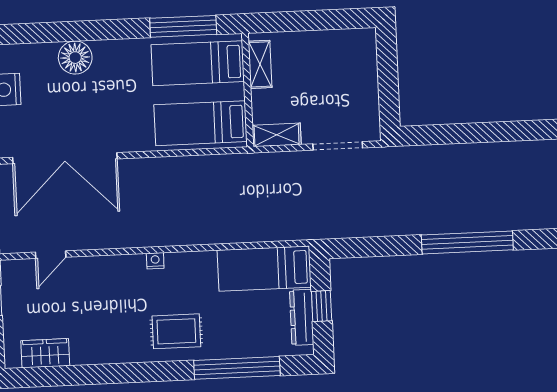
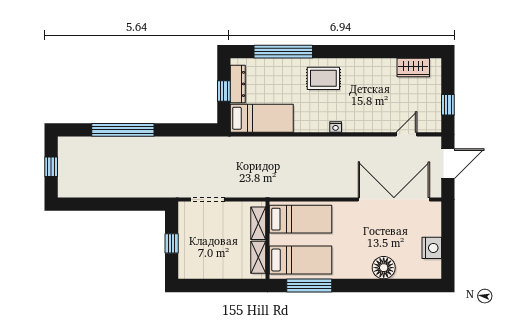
window: (388, 79) -> (172, 243), added
shelving: (277, 135) -> (258, 223), moved, turned 90

